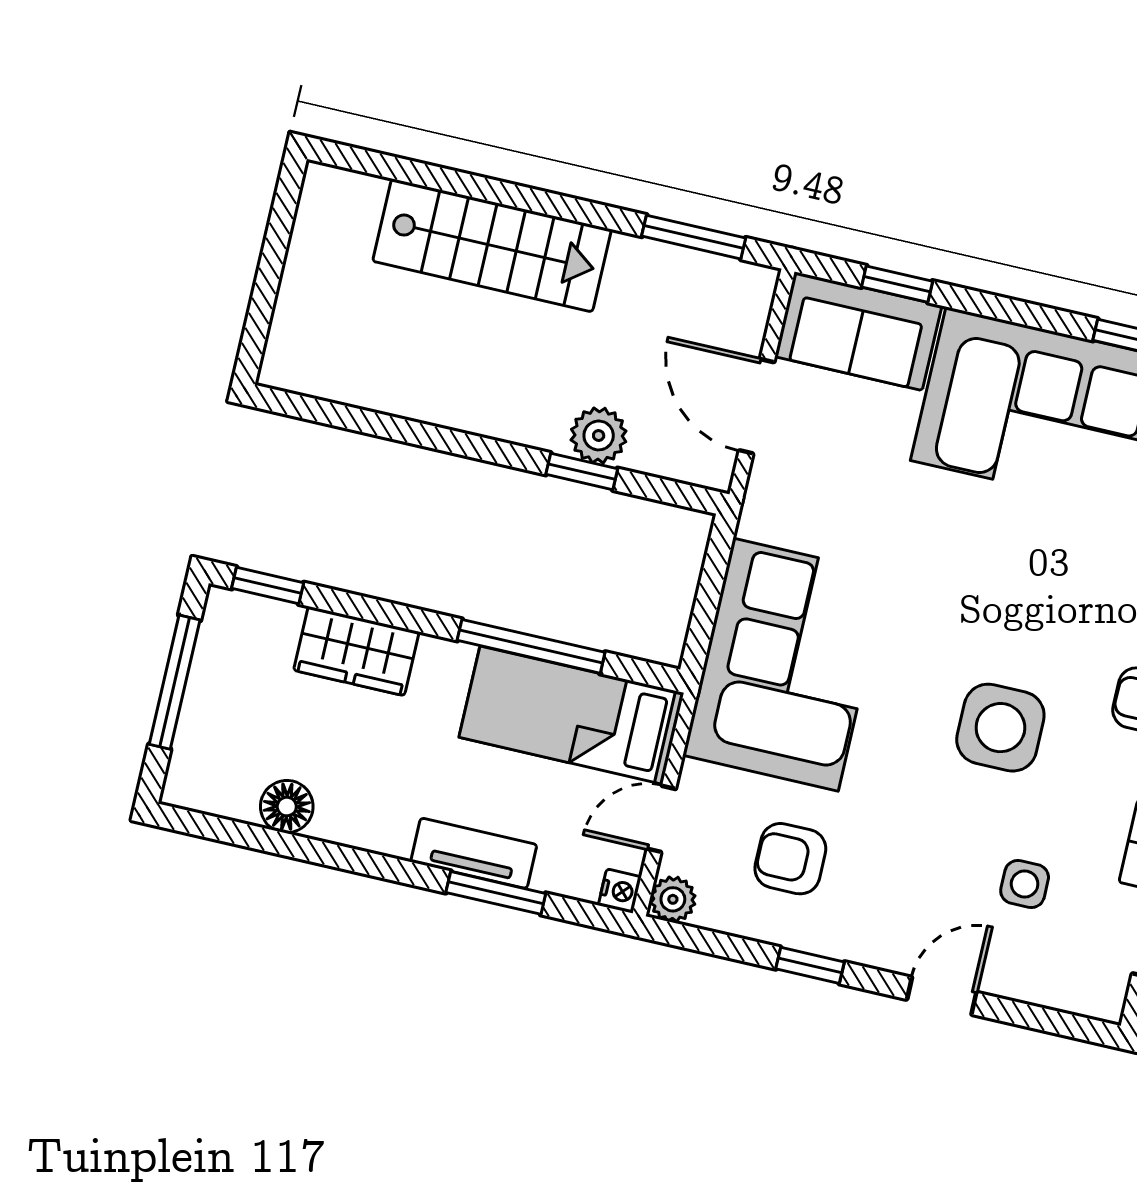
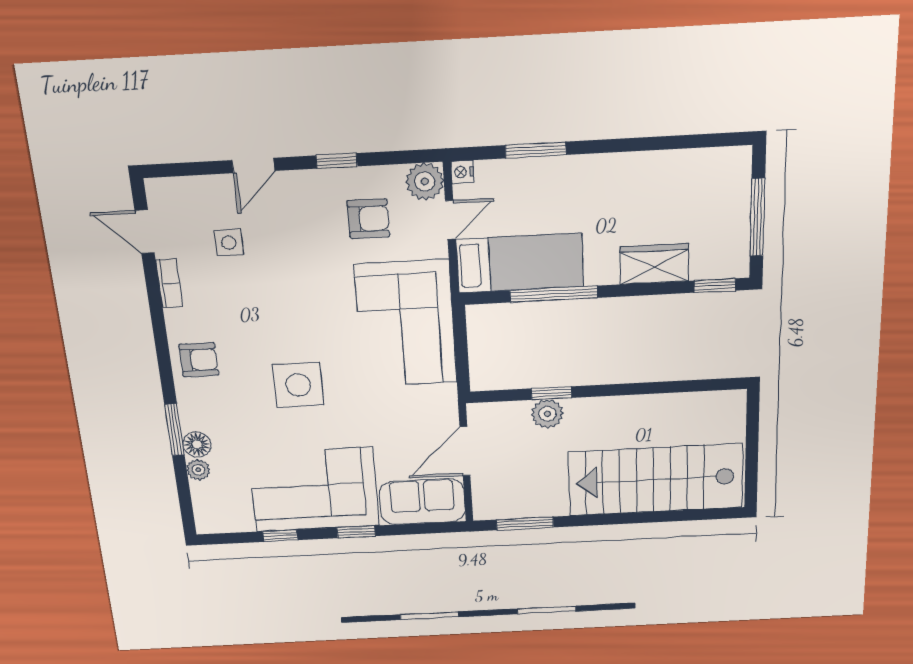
stairs: (492, 245) -> (656, 480), width x1.36, depth x1.51
window: (897, 284) -> (356, 532), moved
door: (757, 406) -> (465, 451), swing flipped
side table: (1000, 728) -> (298, 385), moved
floor lamp: (287, 807) -> (674, 165), removed
tv unit: (474, 853) -> (555, 169), removed
plant: (673, 899) -> (425, 182), width x1.38, depth x1.38

